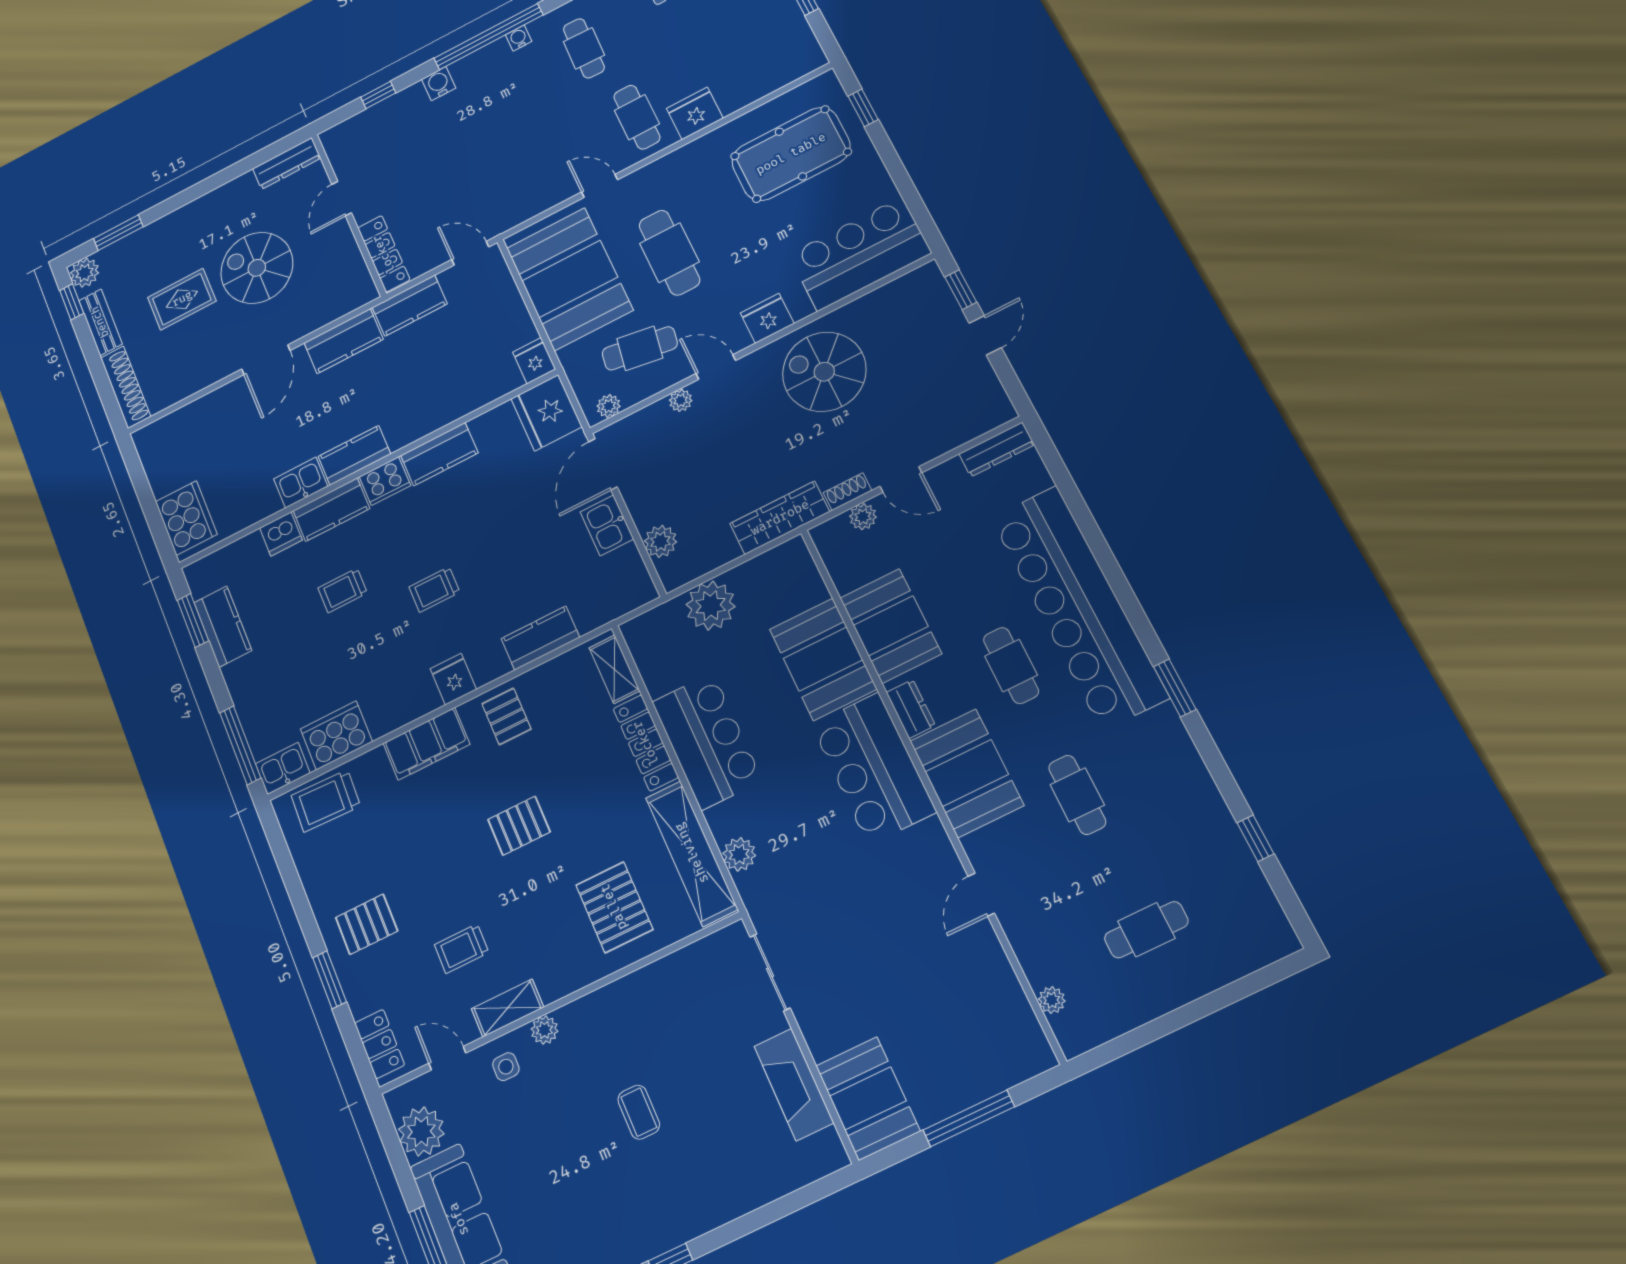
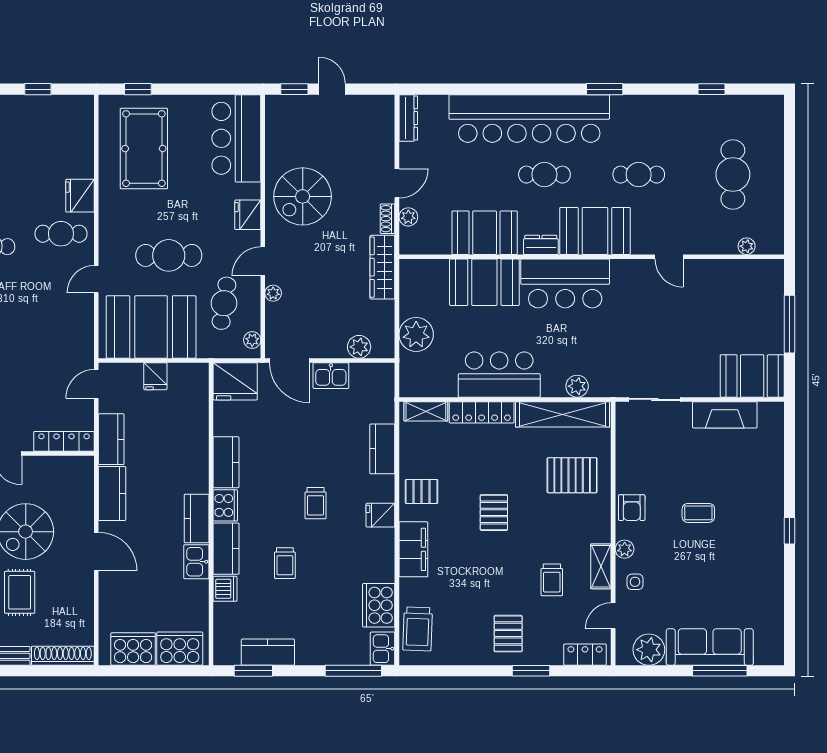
fridge: (534, 361) -> (155, 376), moved, turned -90
cooker: (165, 463) -> (133, 649), added
cafe table: (1146, 930) -> (733, 175), width x1.37, depth x1.35
armchair: (606, 1012) -> (632, 508), added

